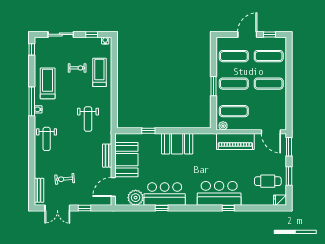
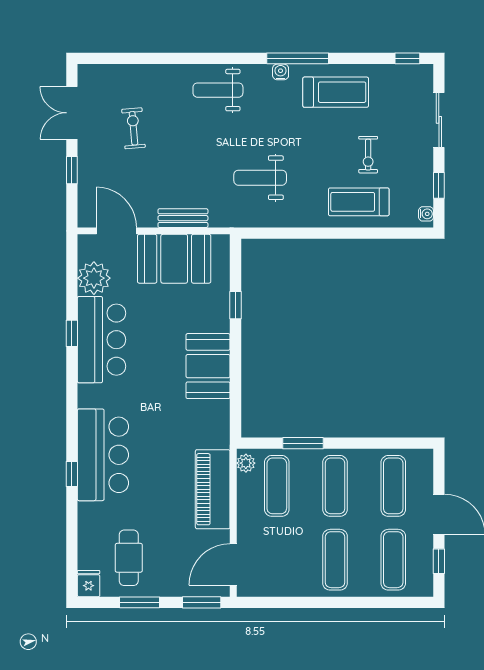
treadmill: (99, 72) -> (359, 202), turned 180
window: (214, 86) -> (303, 443), moved
bench: (39, 190) -> (110, 74), removed

